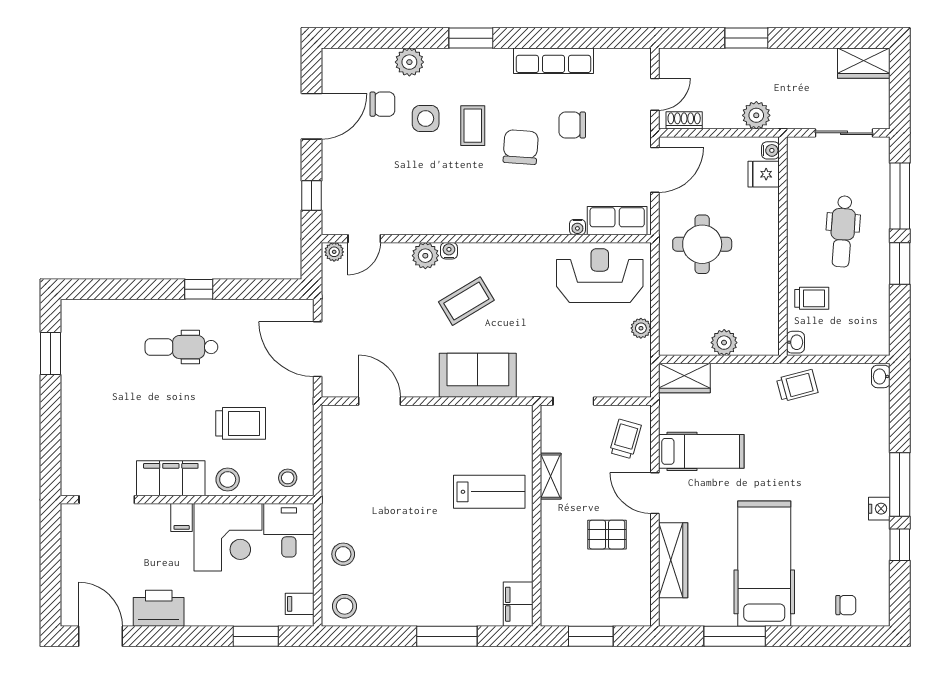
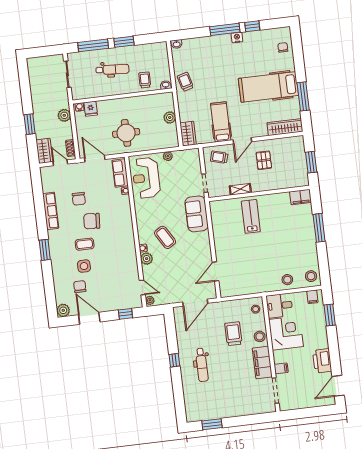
plant: (409, 62) -> (63, 310), moved
wardrobe: (864, 63) -> (44, 151), moved
sofa: (478, 375) -> (197, 214), moved
filing cabinet: (182, 518) -> (281, 368), moved
wardrobe: (673, 560) -> (285, 127), moved

